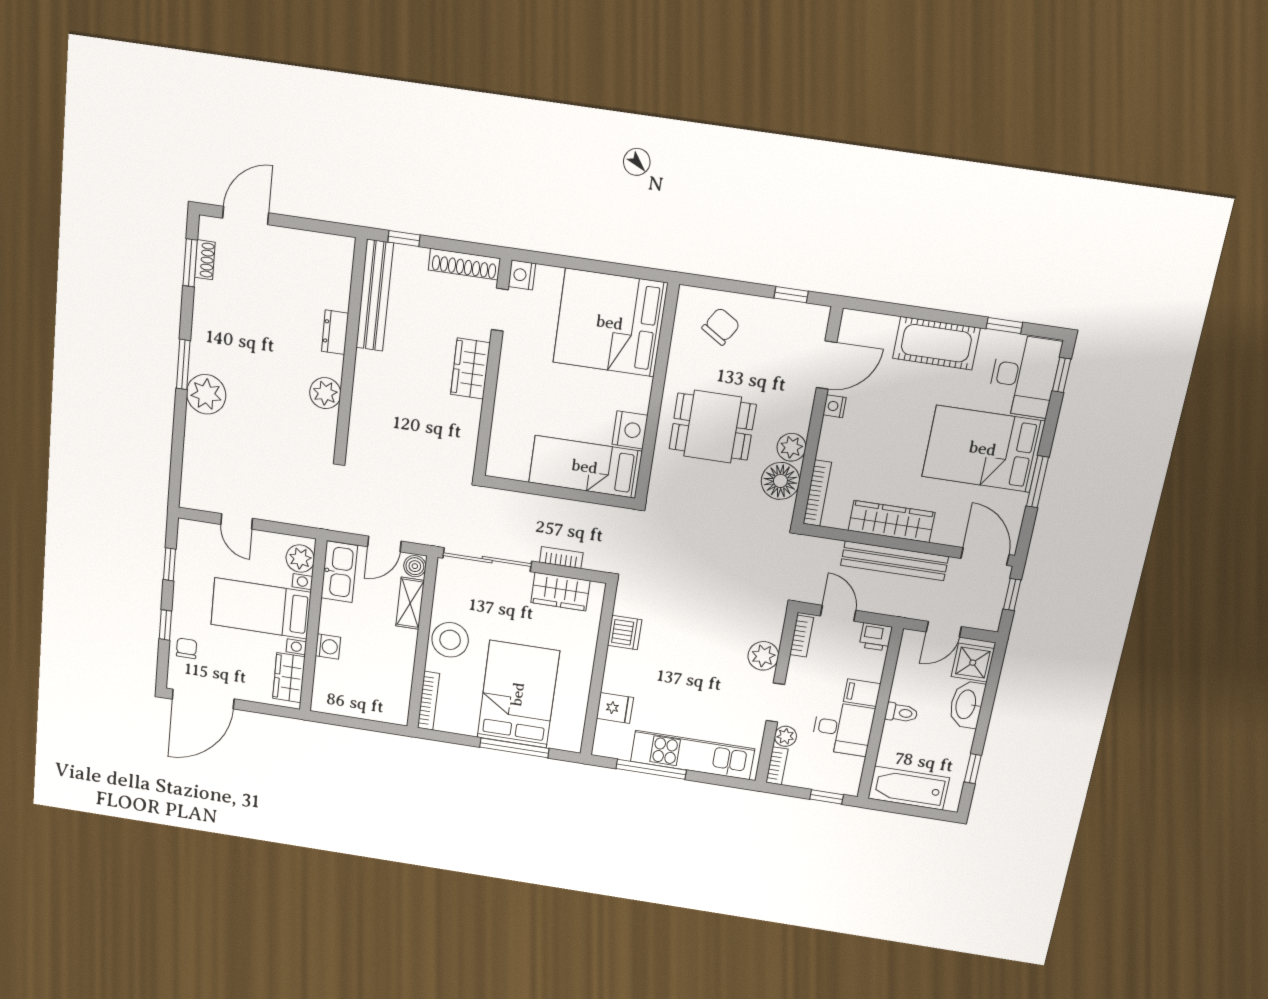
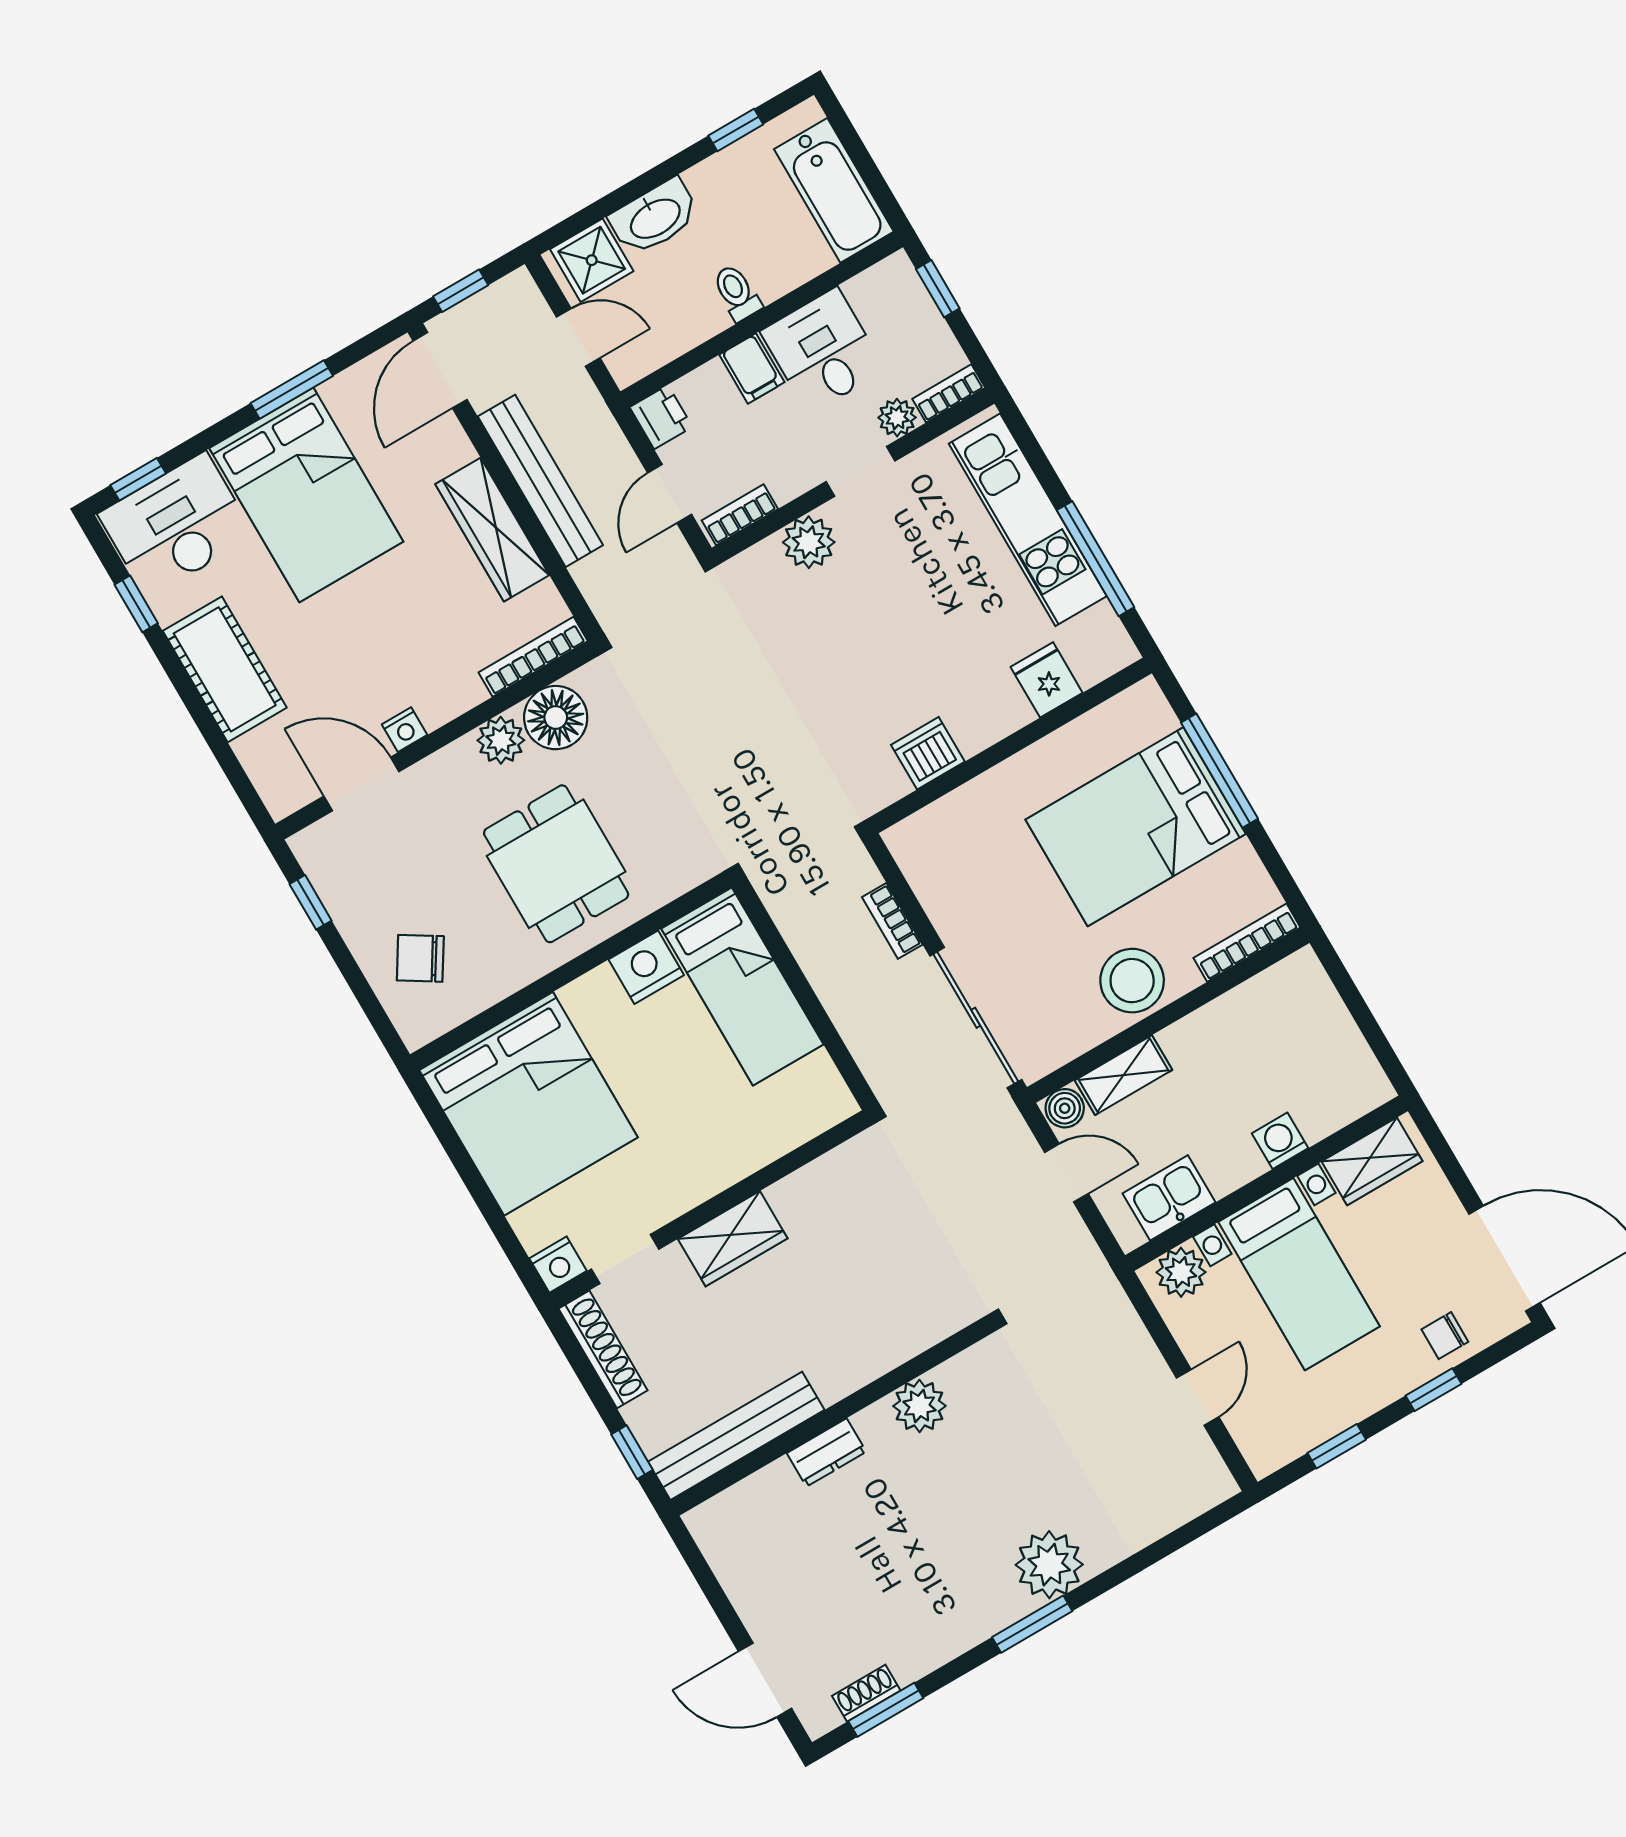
kitchen sink: (339, 572) -> (1169, 1198), width x0.73
wardrobe: (560, 592) -> (941, 885), removed

